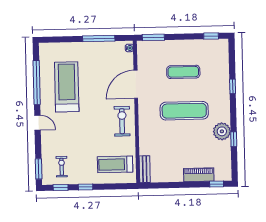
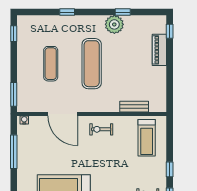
exercise bike: (122, 121) -> (101, 129), width x0.73, depth x0.72
bench: (145, 169) -> (134, 107), moved

